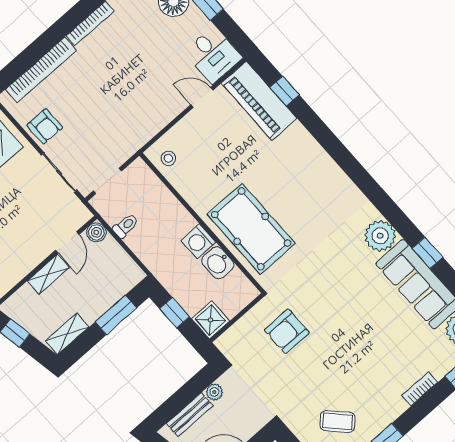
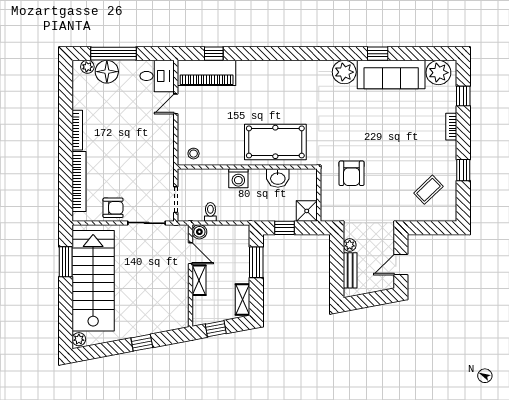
washing machine: (198, 241) -> (238, 178), moved

